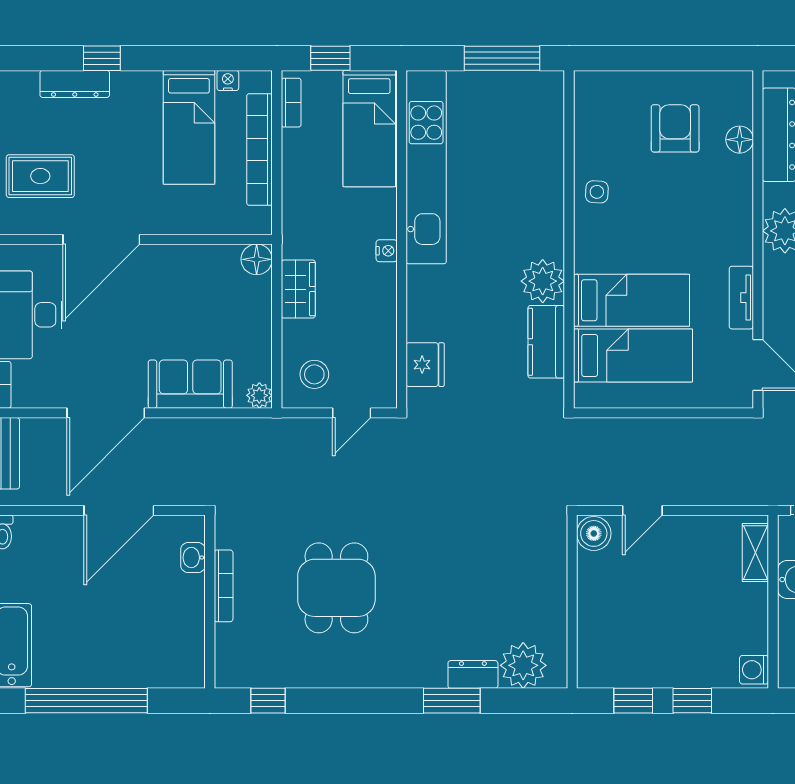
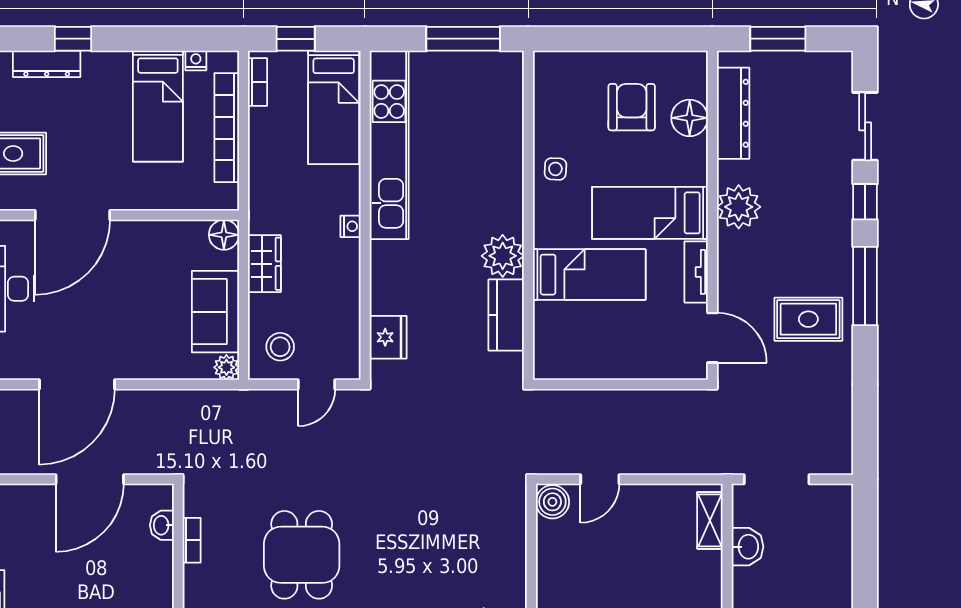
floor lamp: (740, 140) -> (690, 118), width x1.38, depth x1.38
bed: (633, 355) -> (650, 213), moved, turned 180
sofa: (190, 384) -> (215, 312), moved, turned -90
bookcase: (224, 586) -> (192, 540), width x0.64

